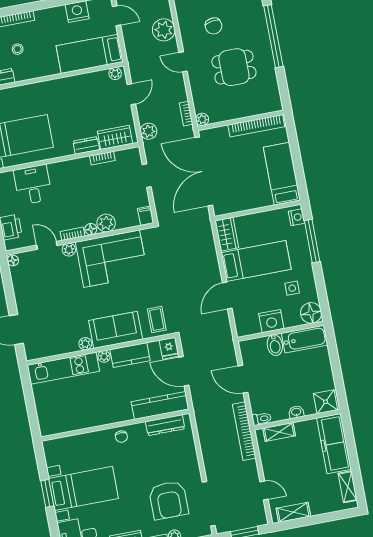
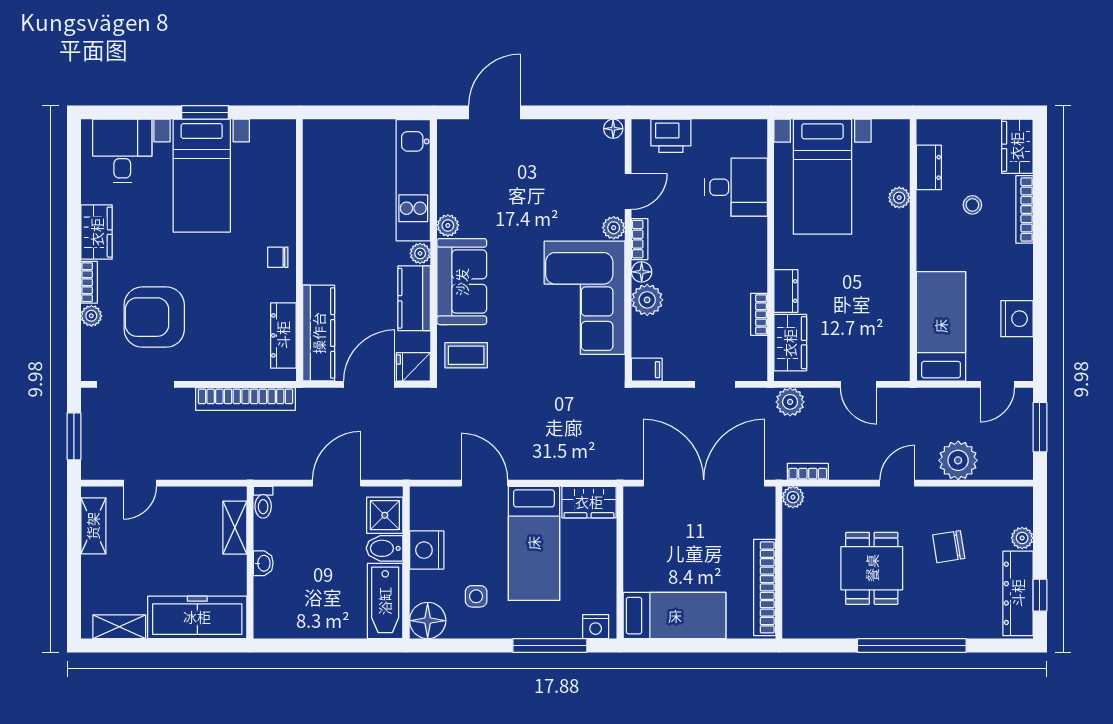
plant: (115, 74) -> (899, 198), moved
shower: (326, 402) -> (385, 515), moved
bookcase: (244, 431) -> (245, 399), moved, turned 180

